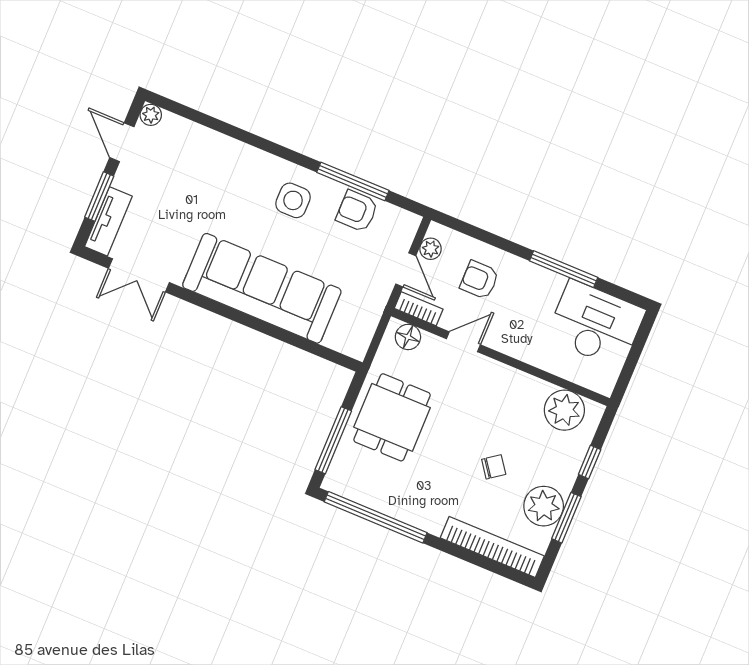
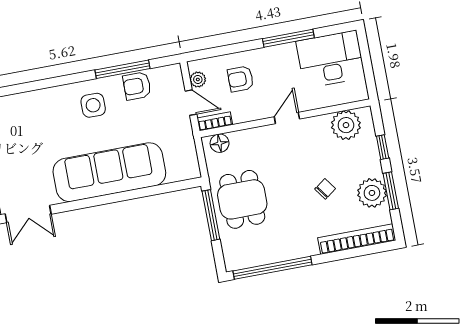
door: (463, 342) -> (287, 118), moved
window: (333, 440) -> (211, 215), moved

